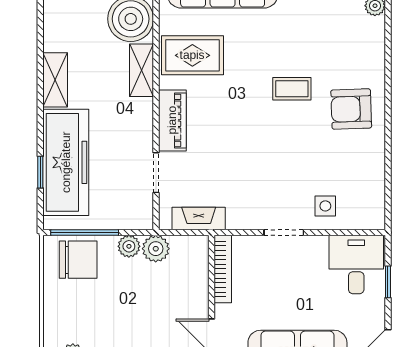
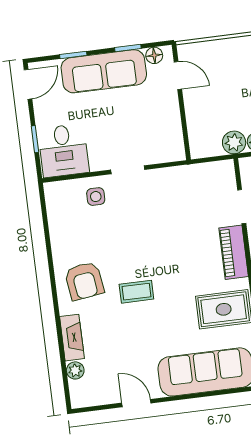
armchair: (351, 109) -> (84, 281), turned 84
fireplace: (199, 219) -> (72, 338), moved, turned -90
bookcase: (223, 269) -> (175, 133), removed

